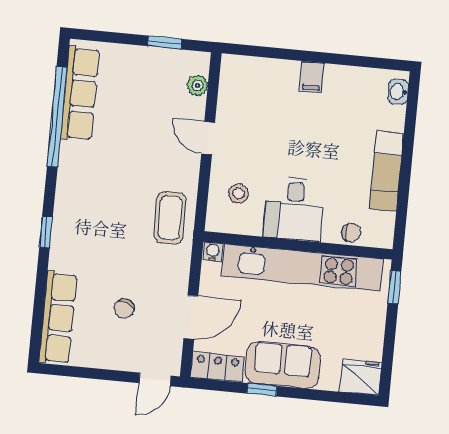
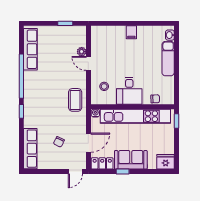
plant: (197, 85) -> (82, 52), moved
window: (57, 117) -> (21, 76), moved
exam couch: (386, 171) -> (168, 59), moved

